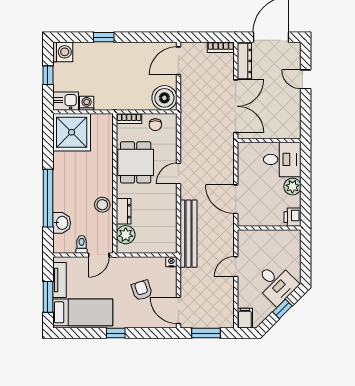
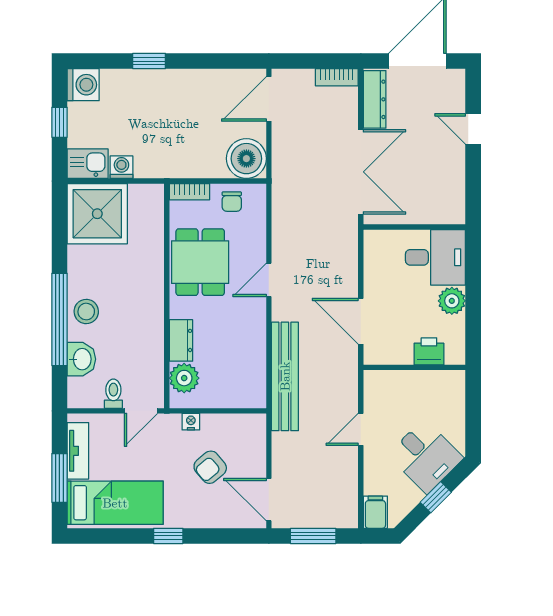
stool: (102, 205) -> (86, 312), moved
printer: (293, 217) -> (429, 351), moved, turned 90
nightstand: (171, 262) -> (191, 422), moved
armchair: (142, 290) -> (210, 467), turned -112

